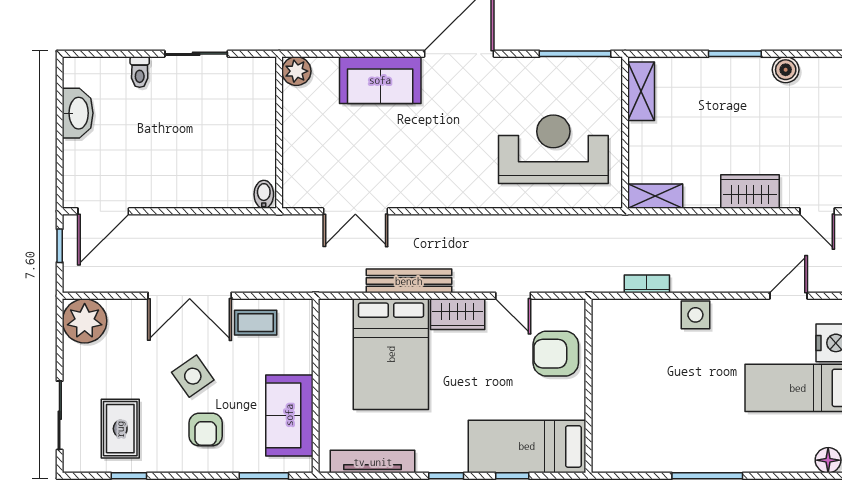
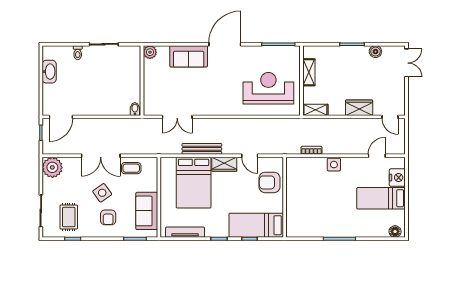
shelving: (641, 91) -> (309, 72), moved

